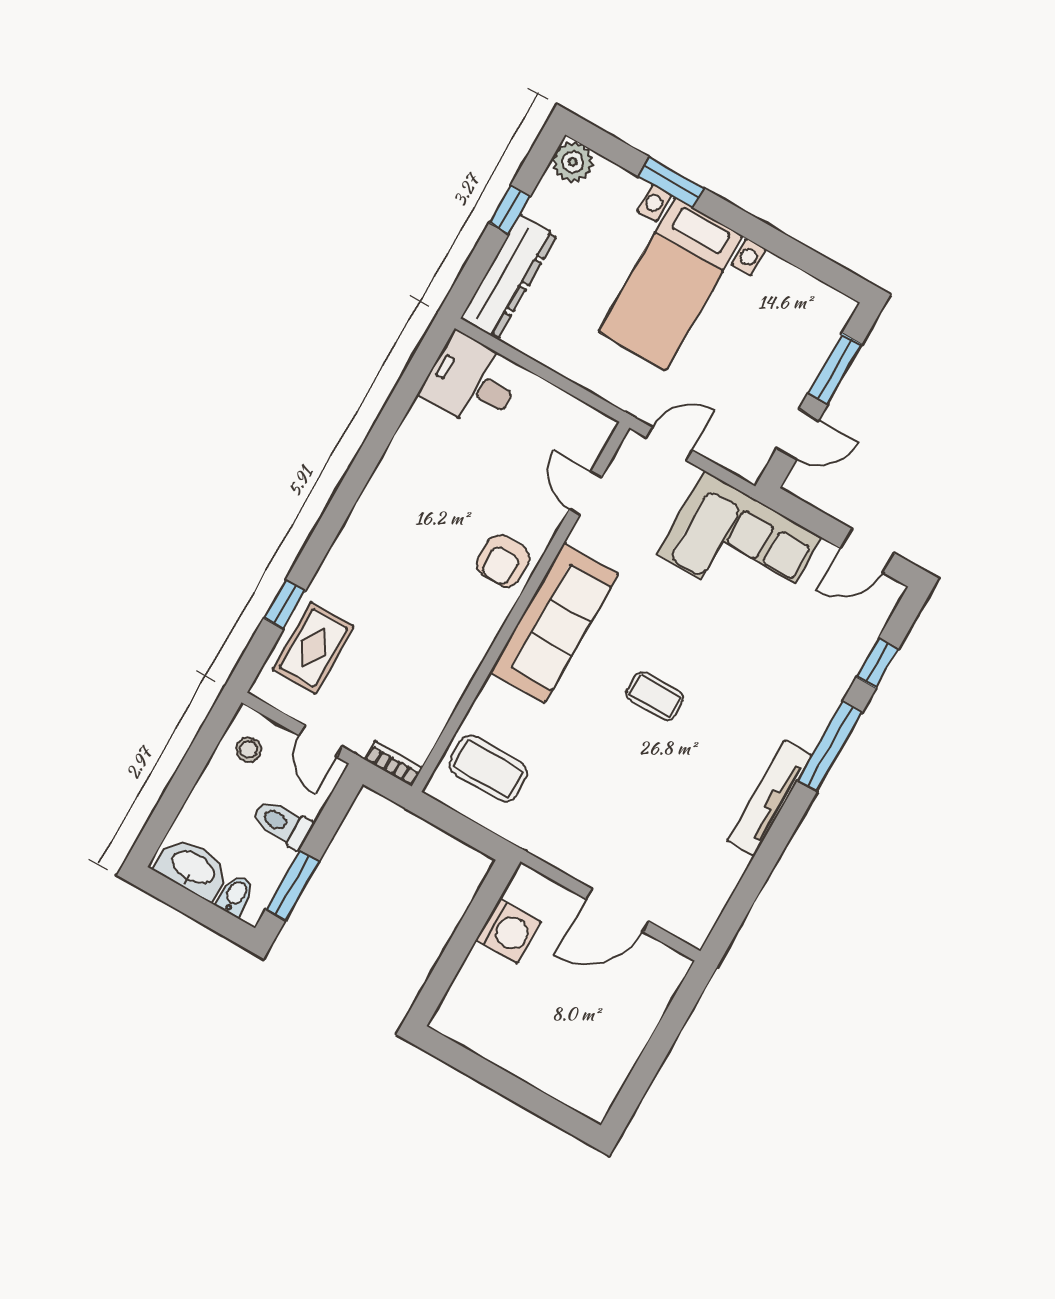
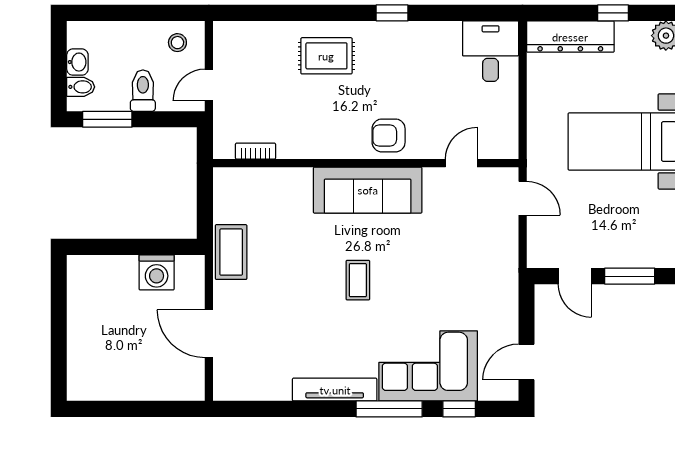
corner sofa: (739, 546) -> (428, 366), moved, turned 90
door: (867, 550) -> (527, 362), hinge flipped
window: (285, 604) -> (392, 13), moved
rug: (313, 648) -> (326, 56), moved
bookcase: (393, 763) -> (255, 151), moved, turned -90
coffee table: (488, 769) -> (231, 252), moved
washbasin: (193, 868) -> (77, 62), width x0.52, depth x0.69

